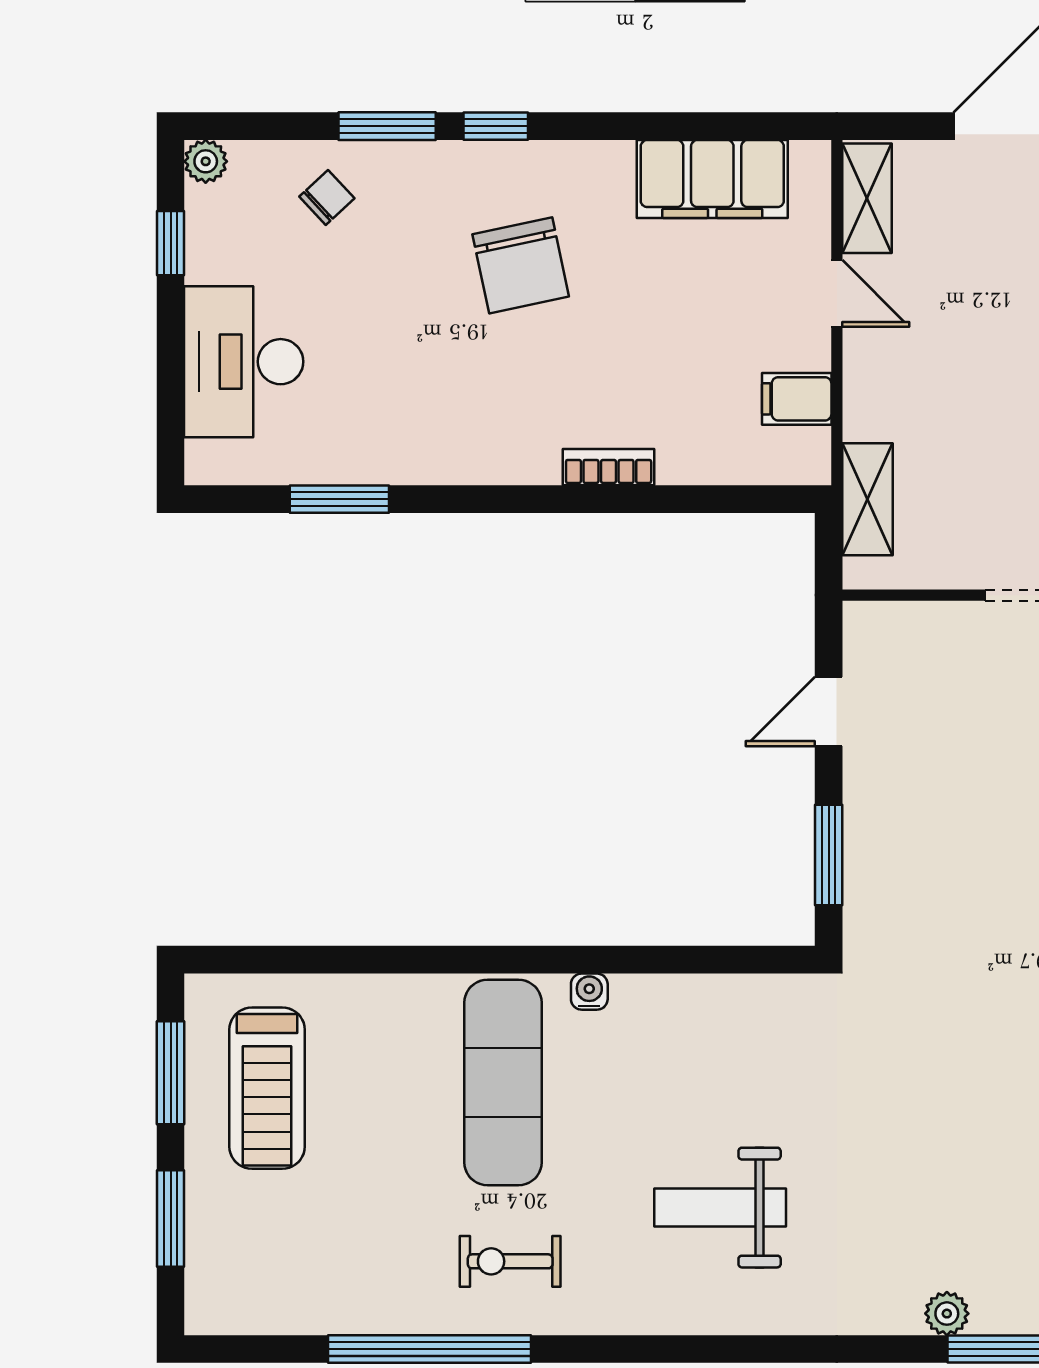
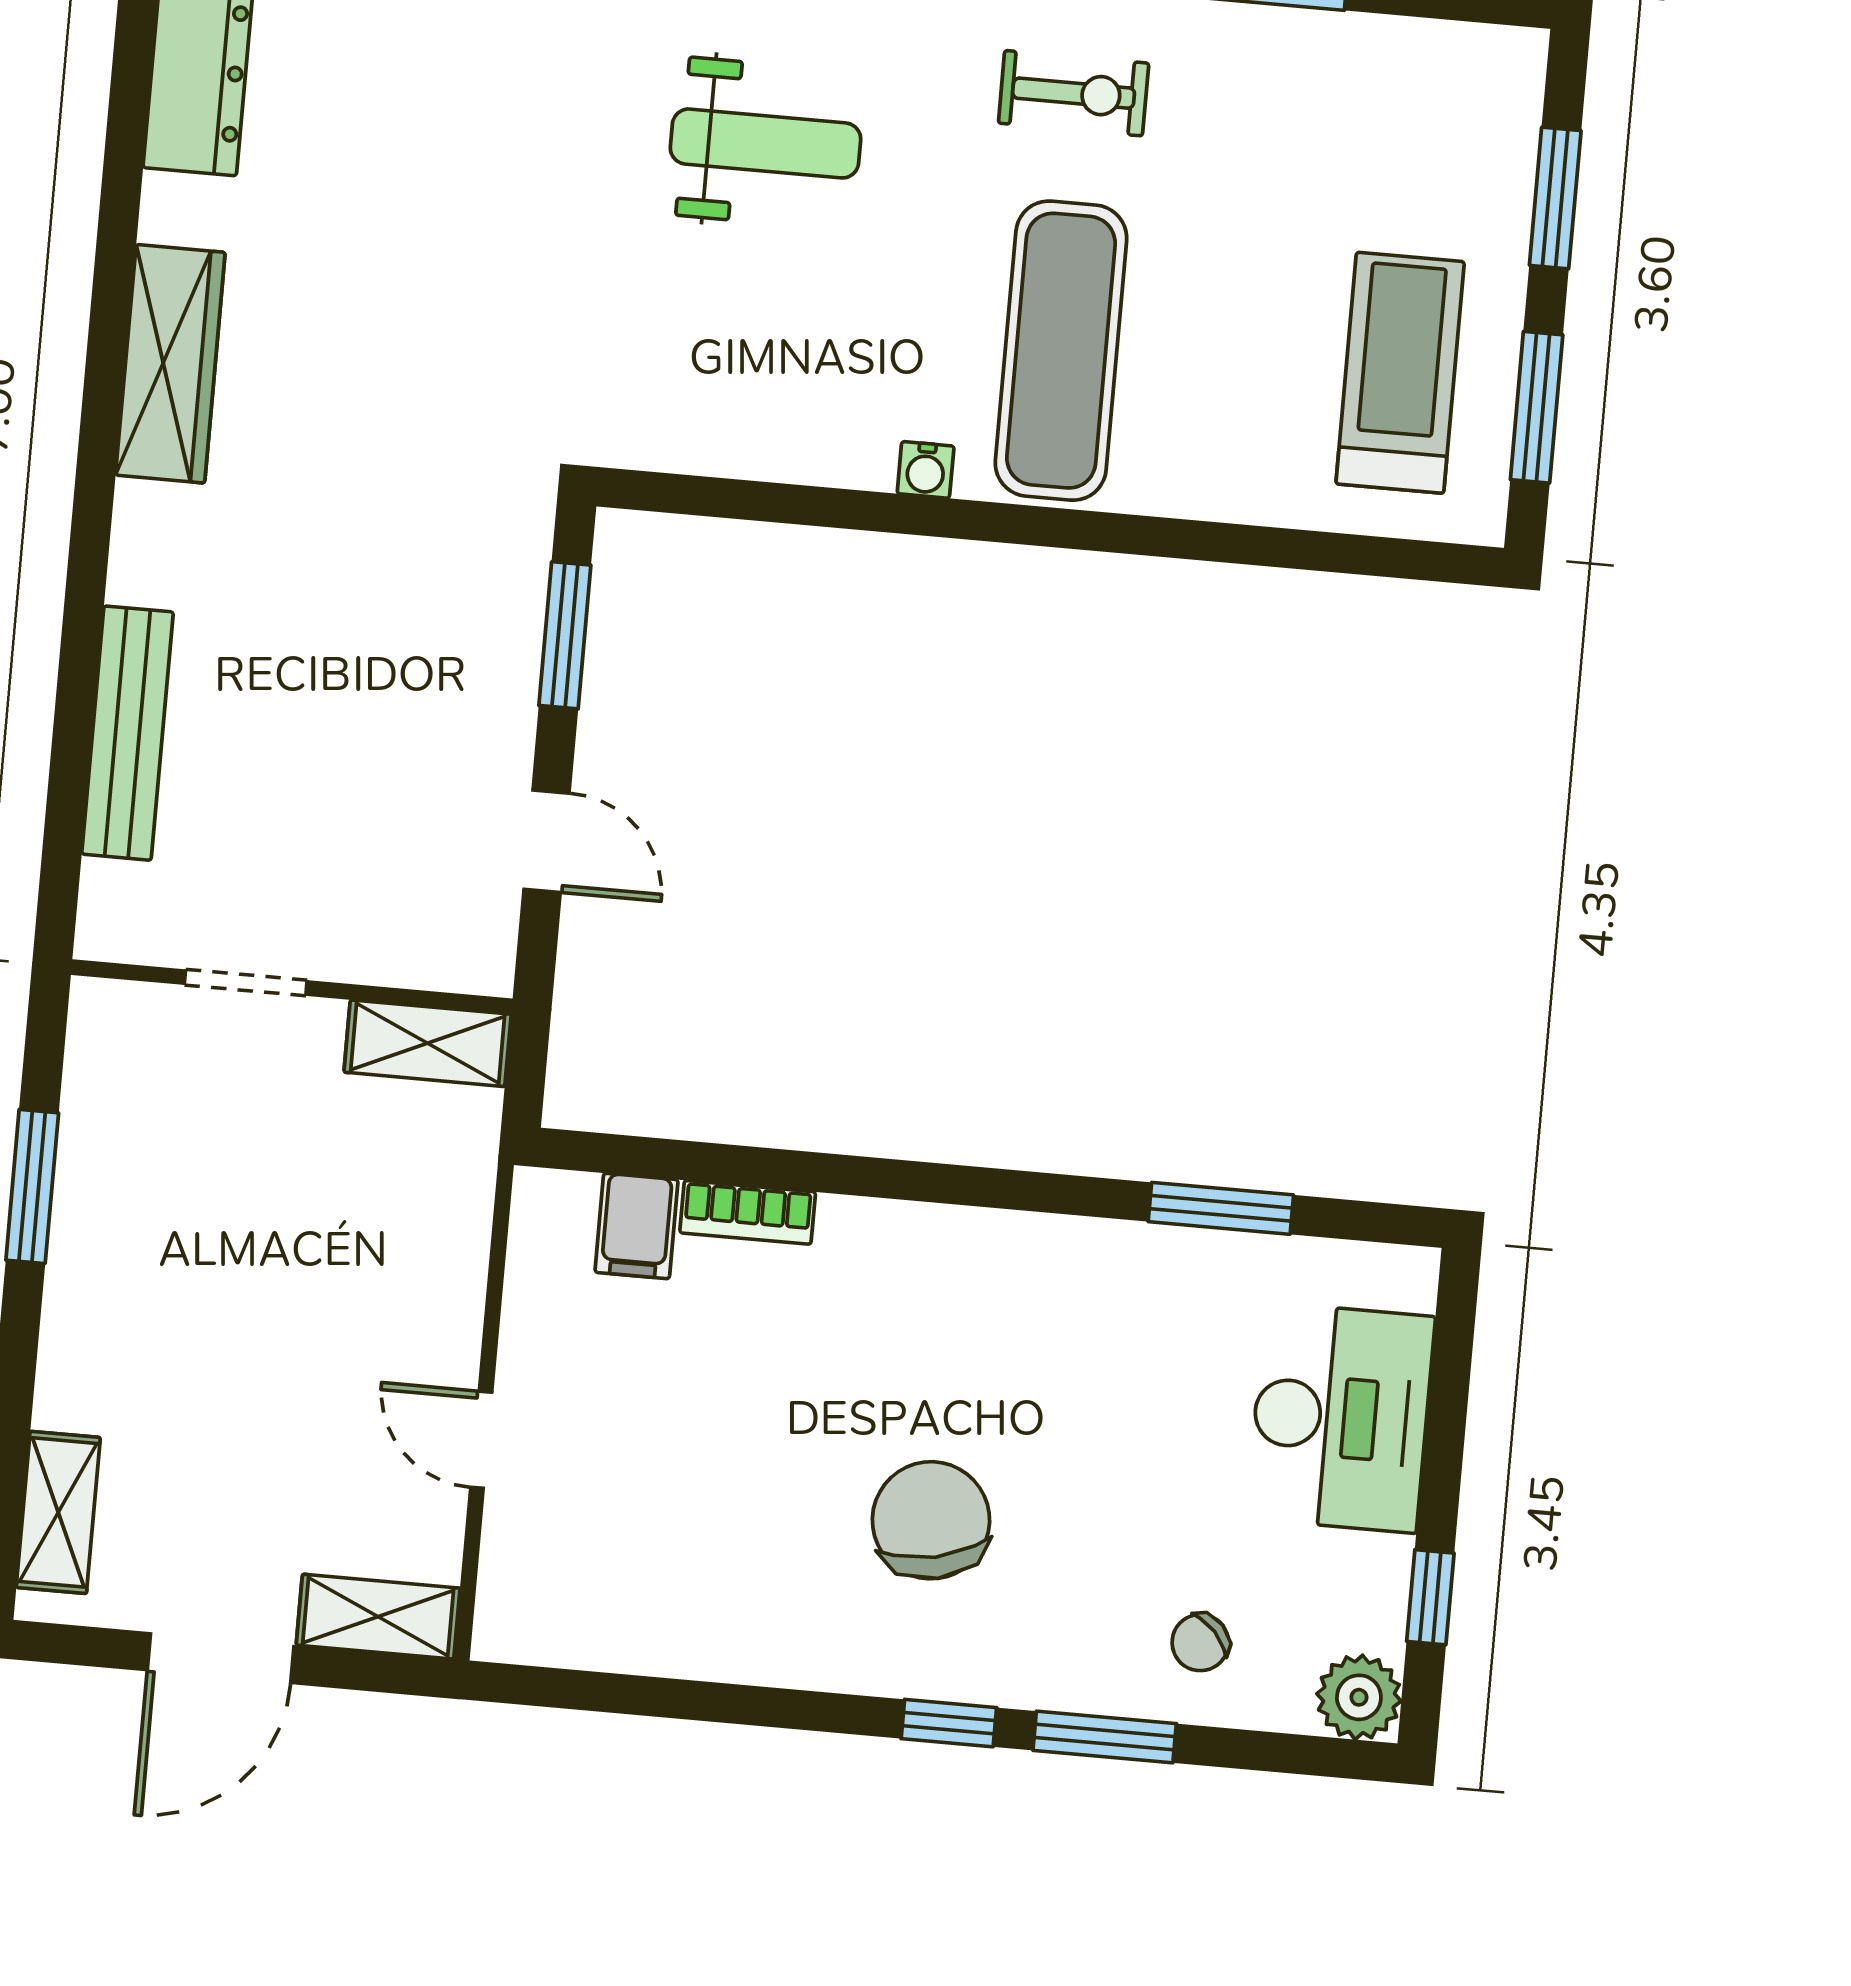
plant: (206, 161) -> (1359, 1697), width x1.38, depth x1.38
filing cabinet: (712, 179) -> (645, 1620), removed
shelving: (867, 198) -> (378, 1617), moved, turned 90
filing cabinet: (797, 399) -> (636, 1226), moved, turned 90
bookcase: (609, 467) -> (748, 1212), moved
shelving: (867, 499) -> (428, 1043), moved, turned 90
door: (829, 711) -> (547, 841), hinge flipped

